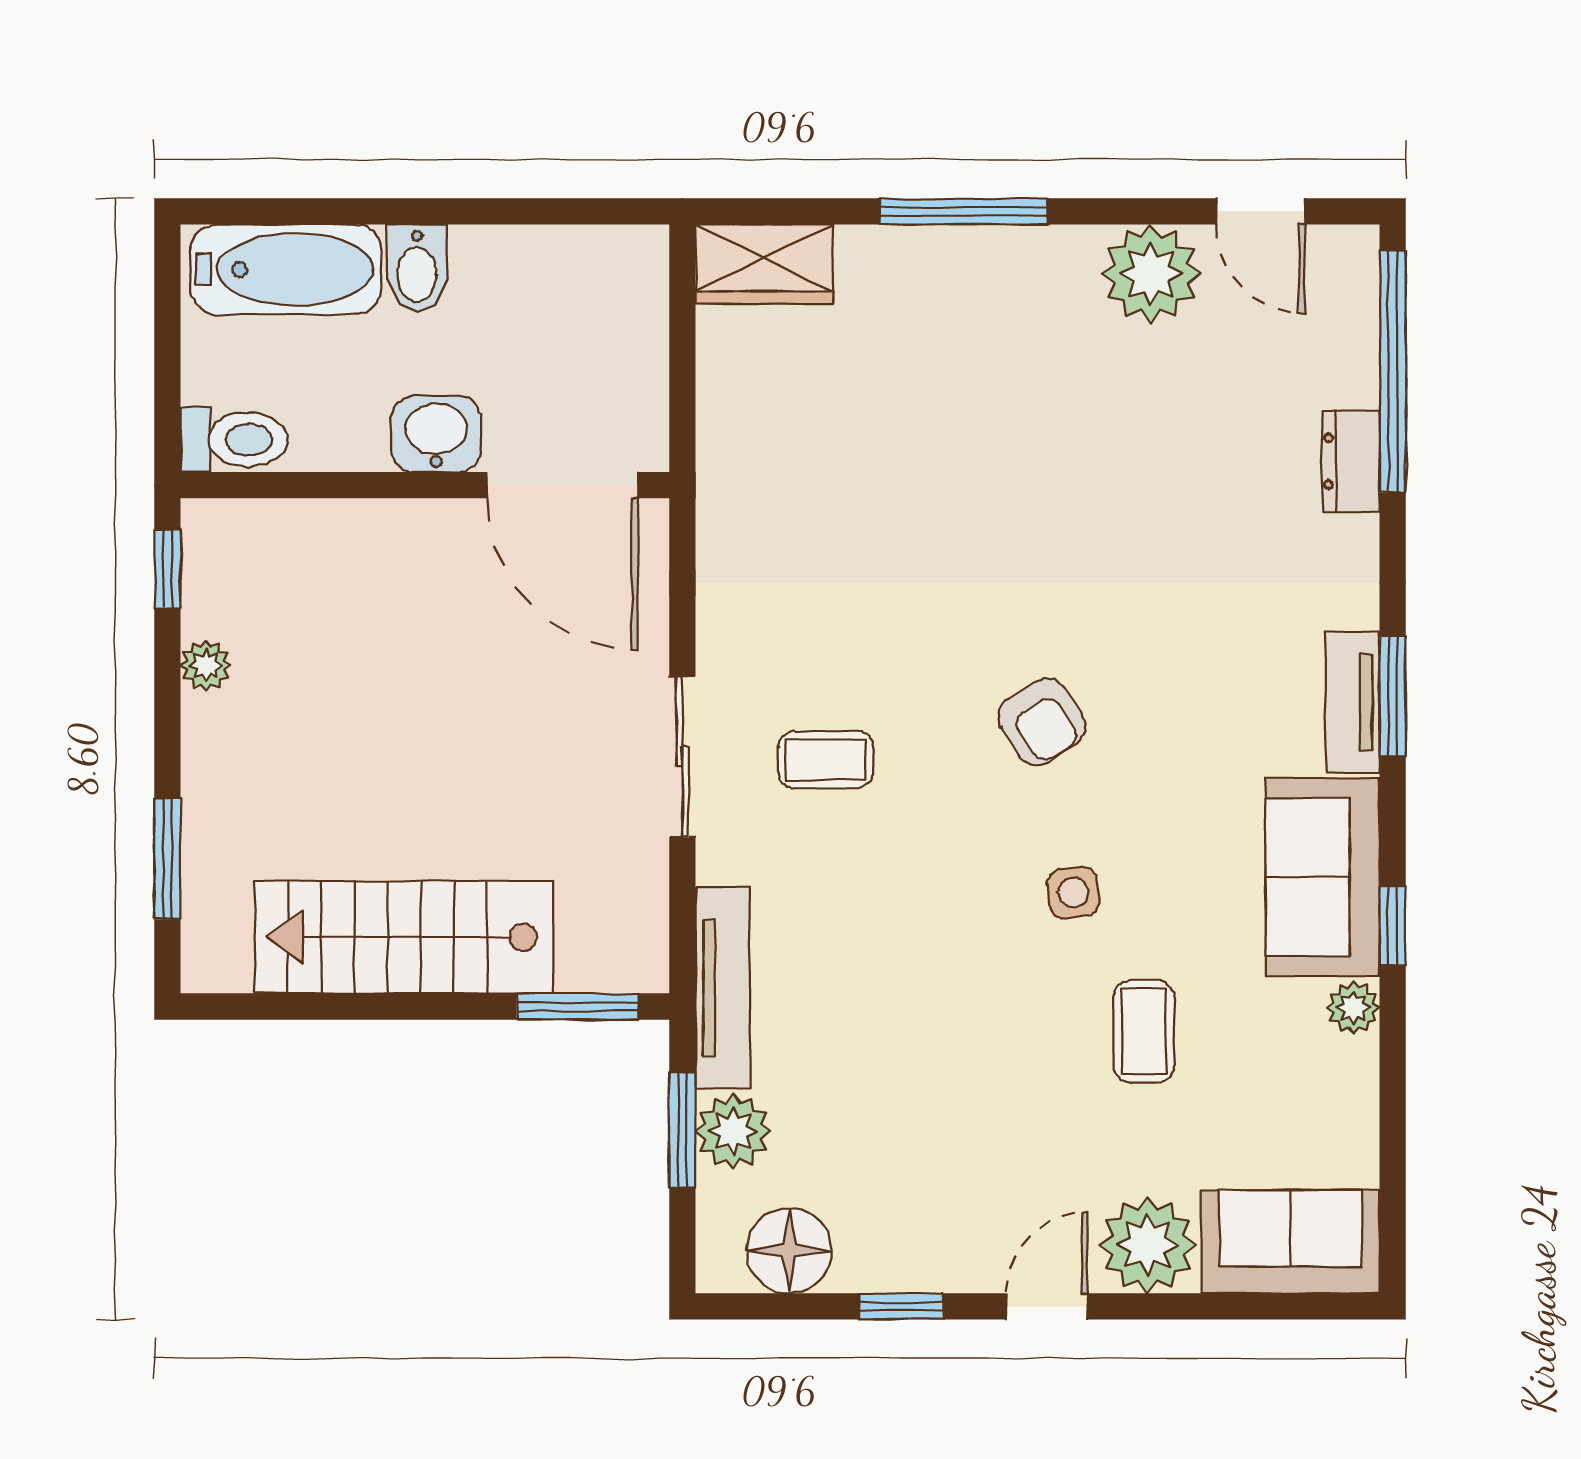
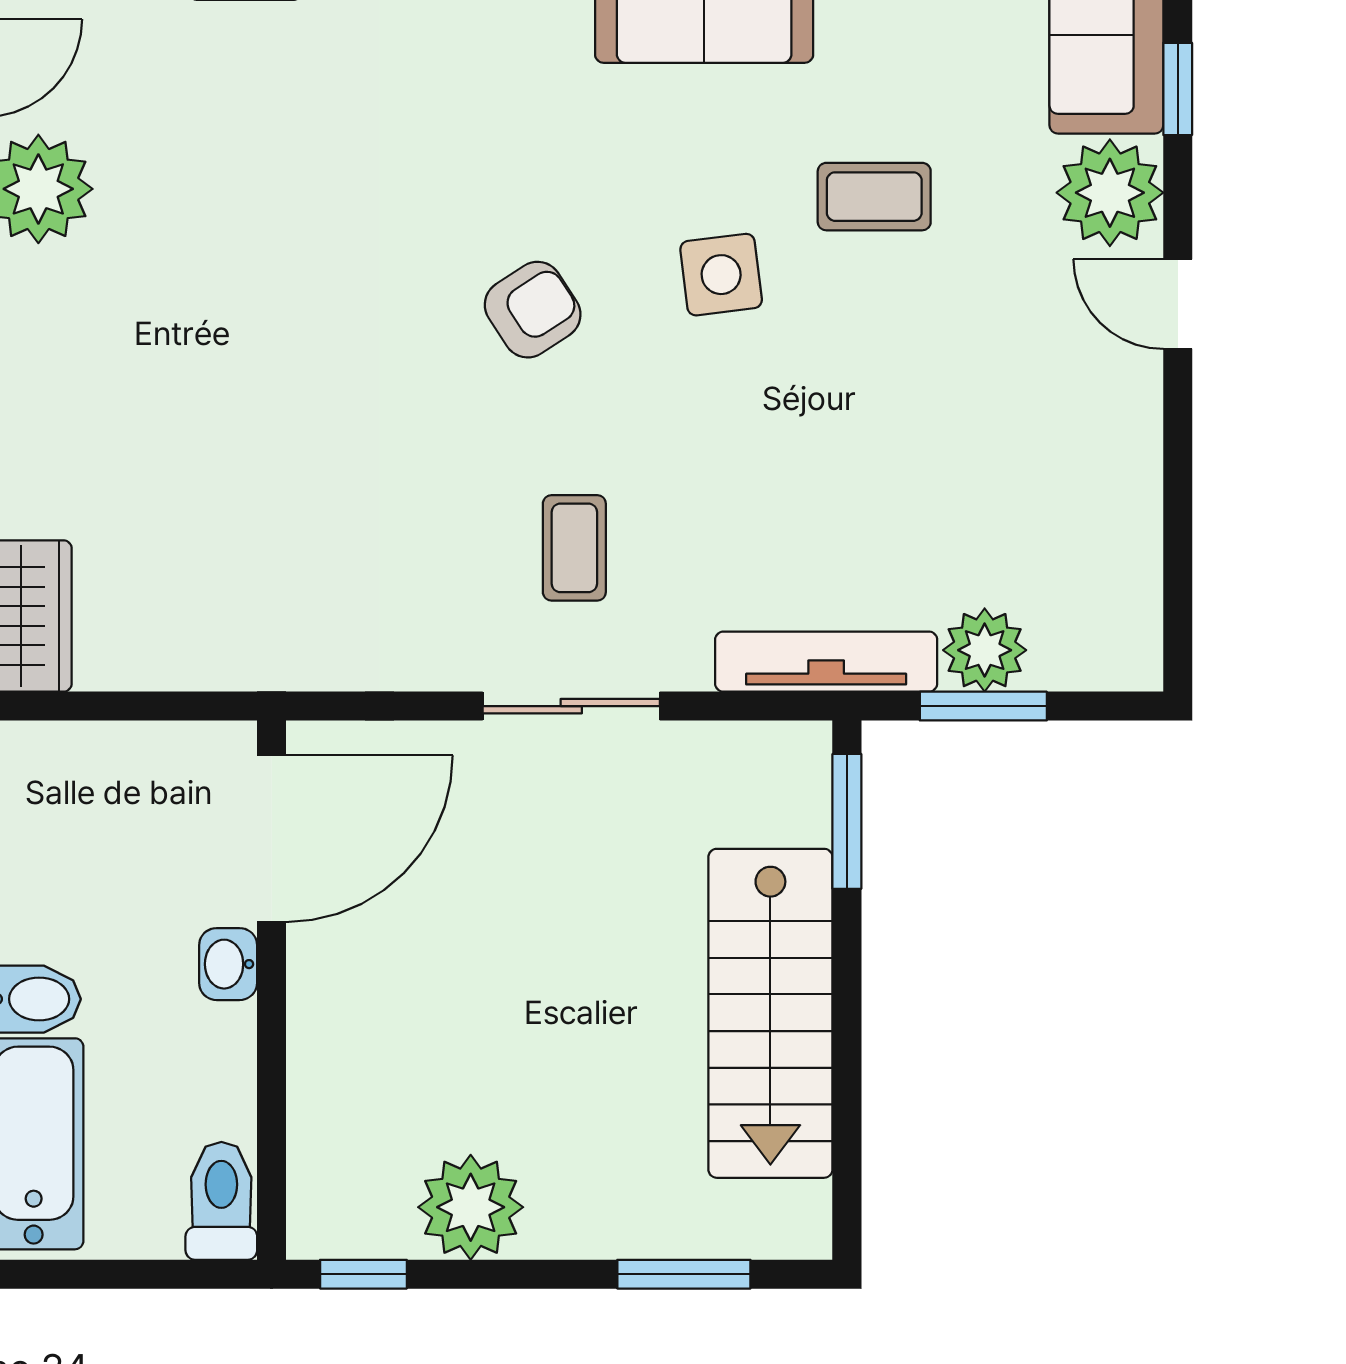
washbasin: (436, 434) -> (228, 964), width x0.72, depth x0.69
plant: (206, 666) -> (471, 1207), width x1.87, depth x1.87
side table: (1073, 893) -> (721, 275), width x1.37, depth x1.37
floor lamp: (789, 1251) -> (1116, 588), removed
window: (902, 1306) -> (1178, 89), moved

